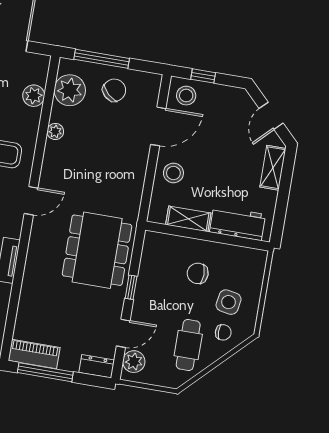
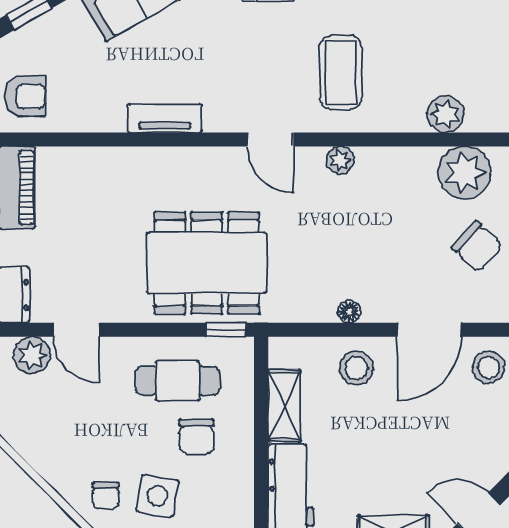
door: (158, 126) -> (429, 330), hinge flipped
plant: (55, 131) -> (340, 160), moved
floor lamp: (140, 172) -> (349, 312), added
chair: (198, 273) -> (196, 436), turned 180
window: (131, 287) -> (226, 330), moved
cafe table: (188, 345) -> (178, 381), moved

